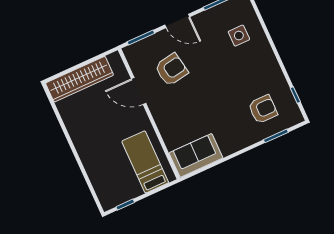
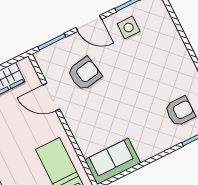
side table: (239, 36) -> (129, 28), moved

